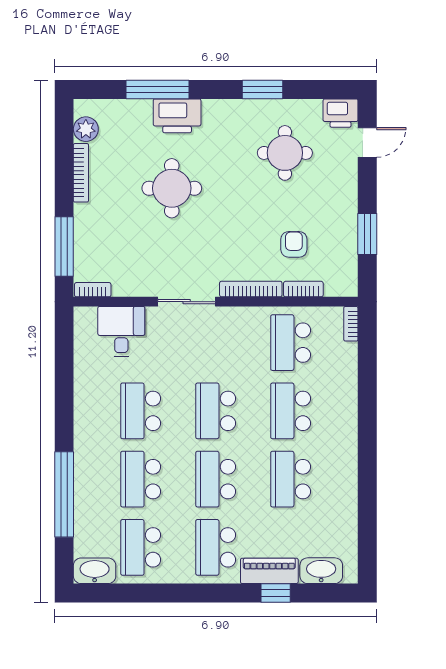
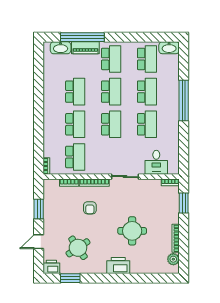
window: (158, 89) -> (139, 278), removed
window: (263, 89) -> (70, 278), moved
printer: (177, 116) -> (118, 266), moved
door: (367, 142) -> (39, 242), moved
round table: (285, 153) -> (78, 248), turned -34
armchair: (294, 244) -> (90, 208), moved
window: (64, 246) -> (184, 203), width x0.69
window: (64, 494) -> (184, 100), moved
window: (276, 593) -> (82, 37), width x3.17

